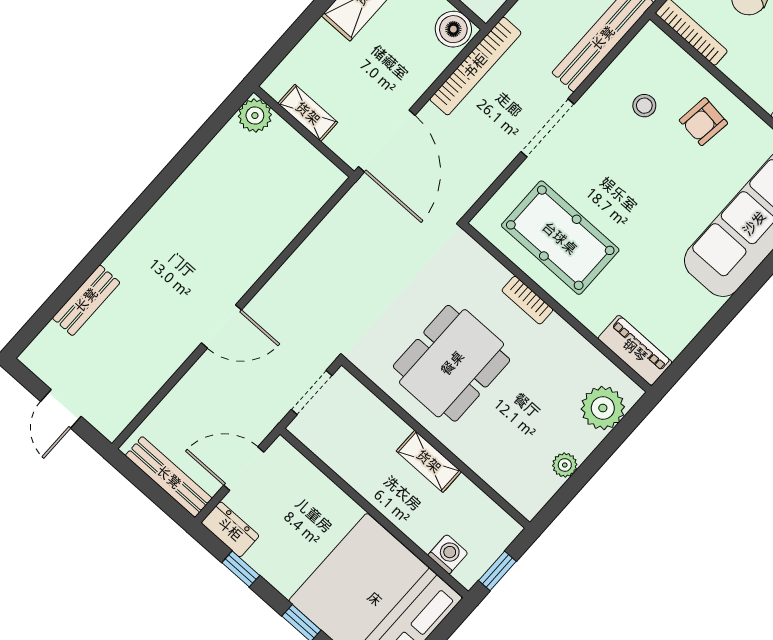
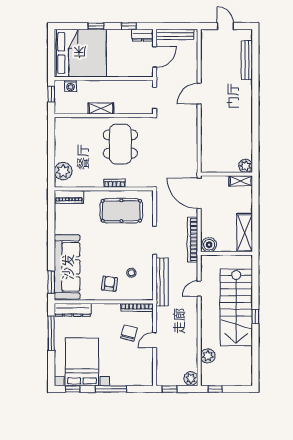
shelving: (308, 113) -> (241, 181), moved
bench: (86, 300) -> (247, 60), width x1.36
plant: (565, 465) -> (59, 144), removed

